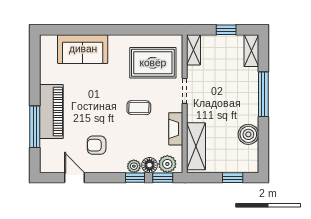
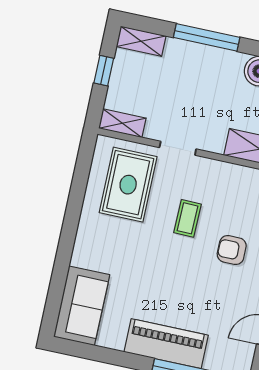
sofa: (83, 49) -> (82, 306), moved
fireplace: (176, 129) -> (229, 173), removed
armchair: (97, 145) -> (232, 250), moved, turned 90

